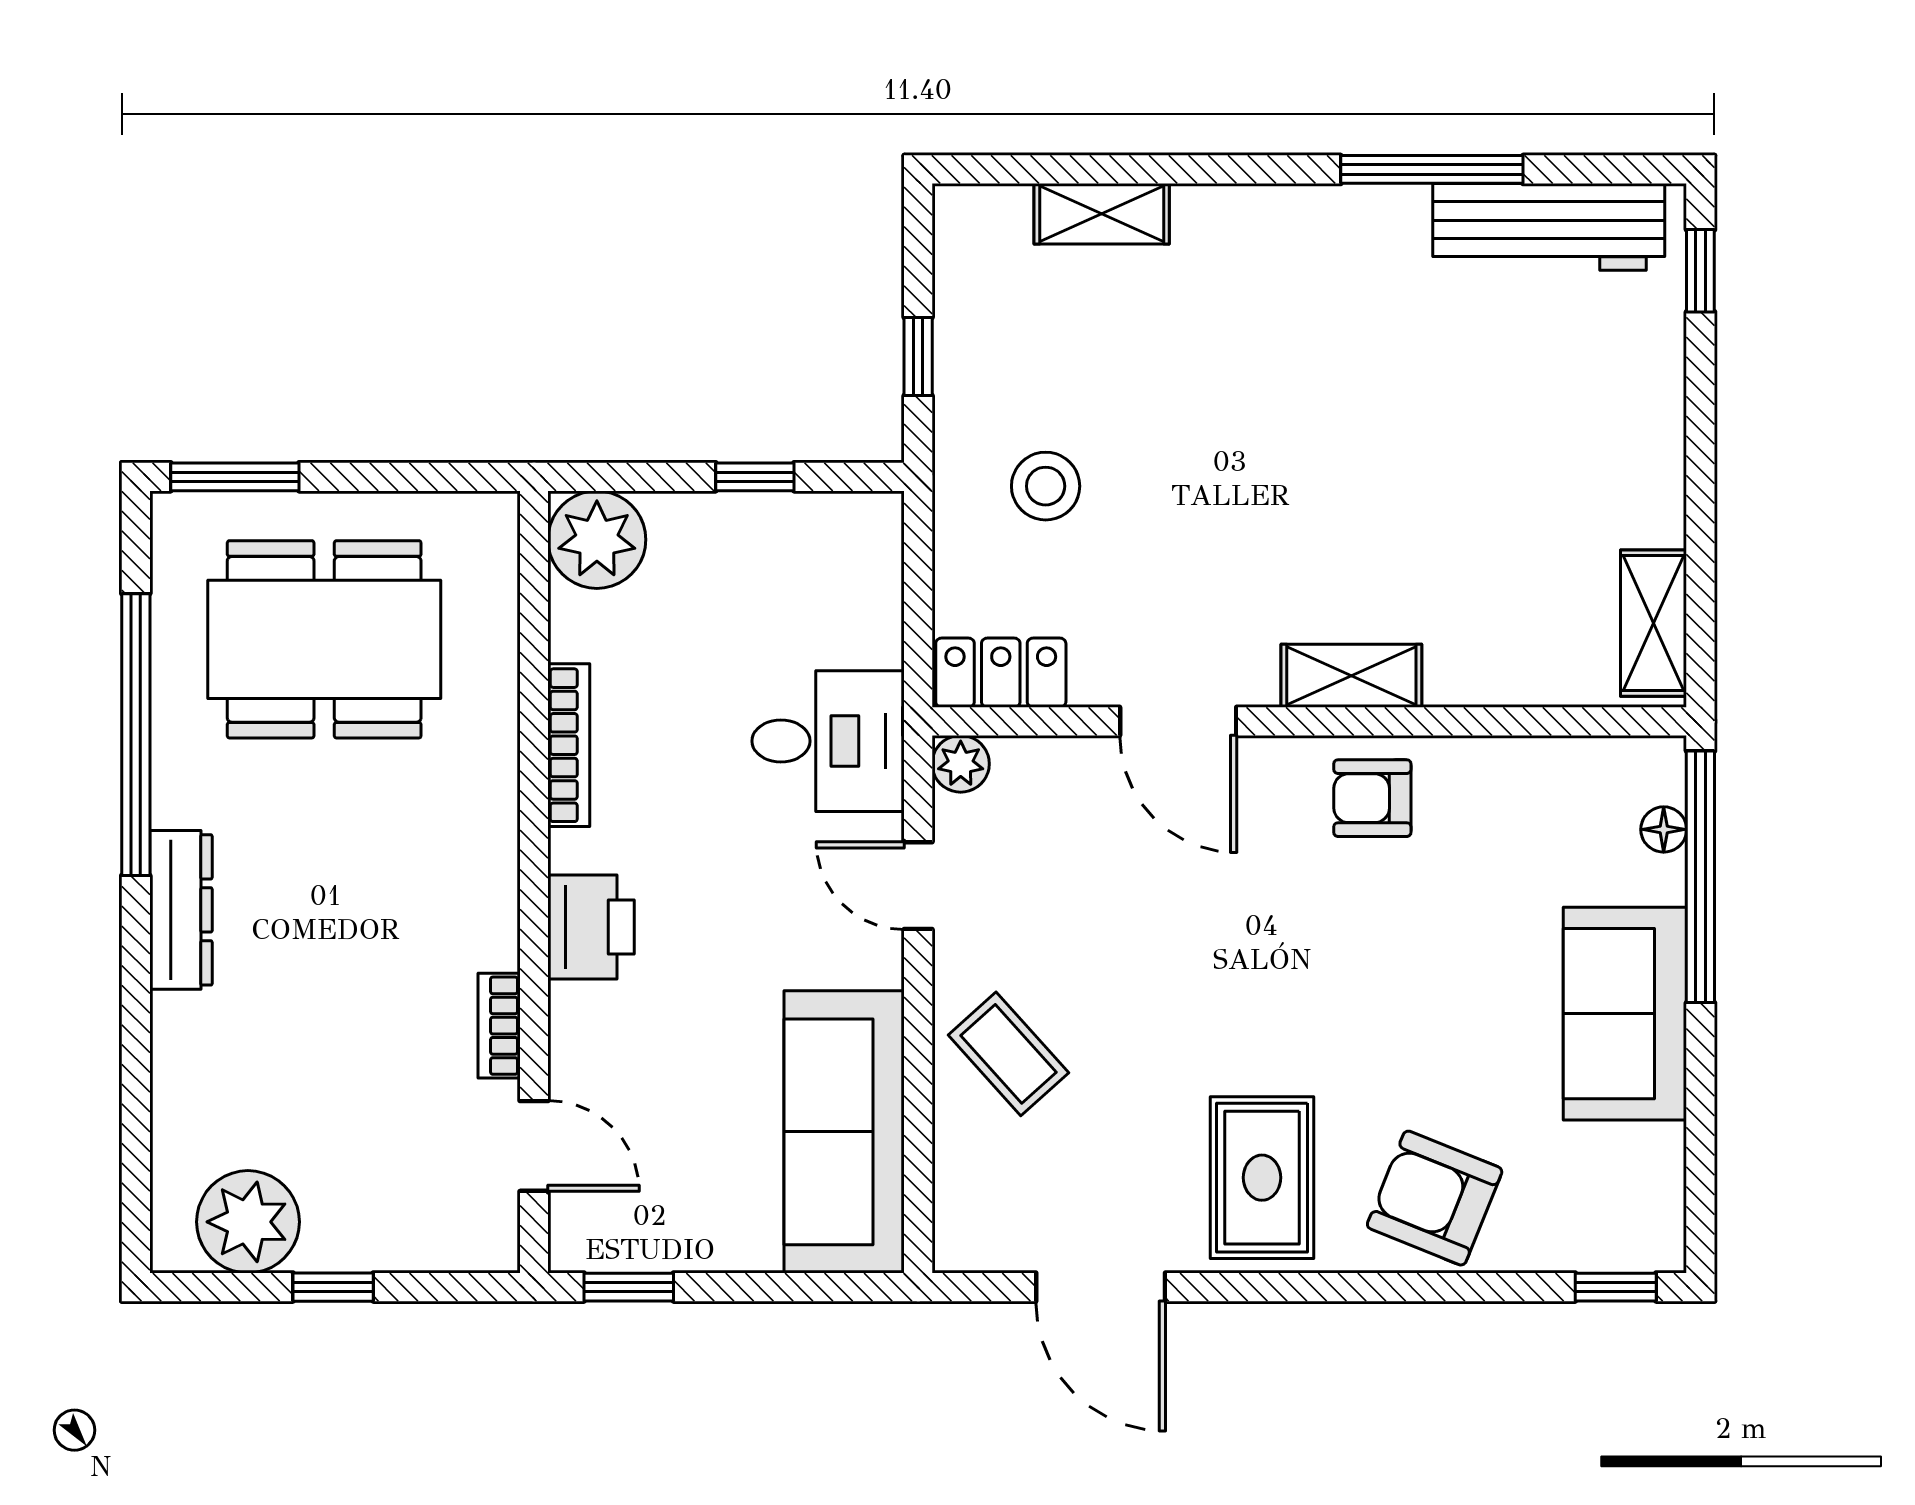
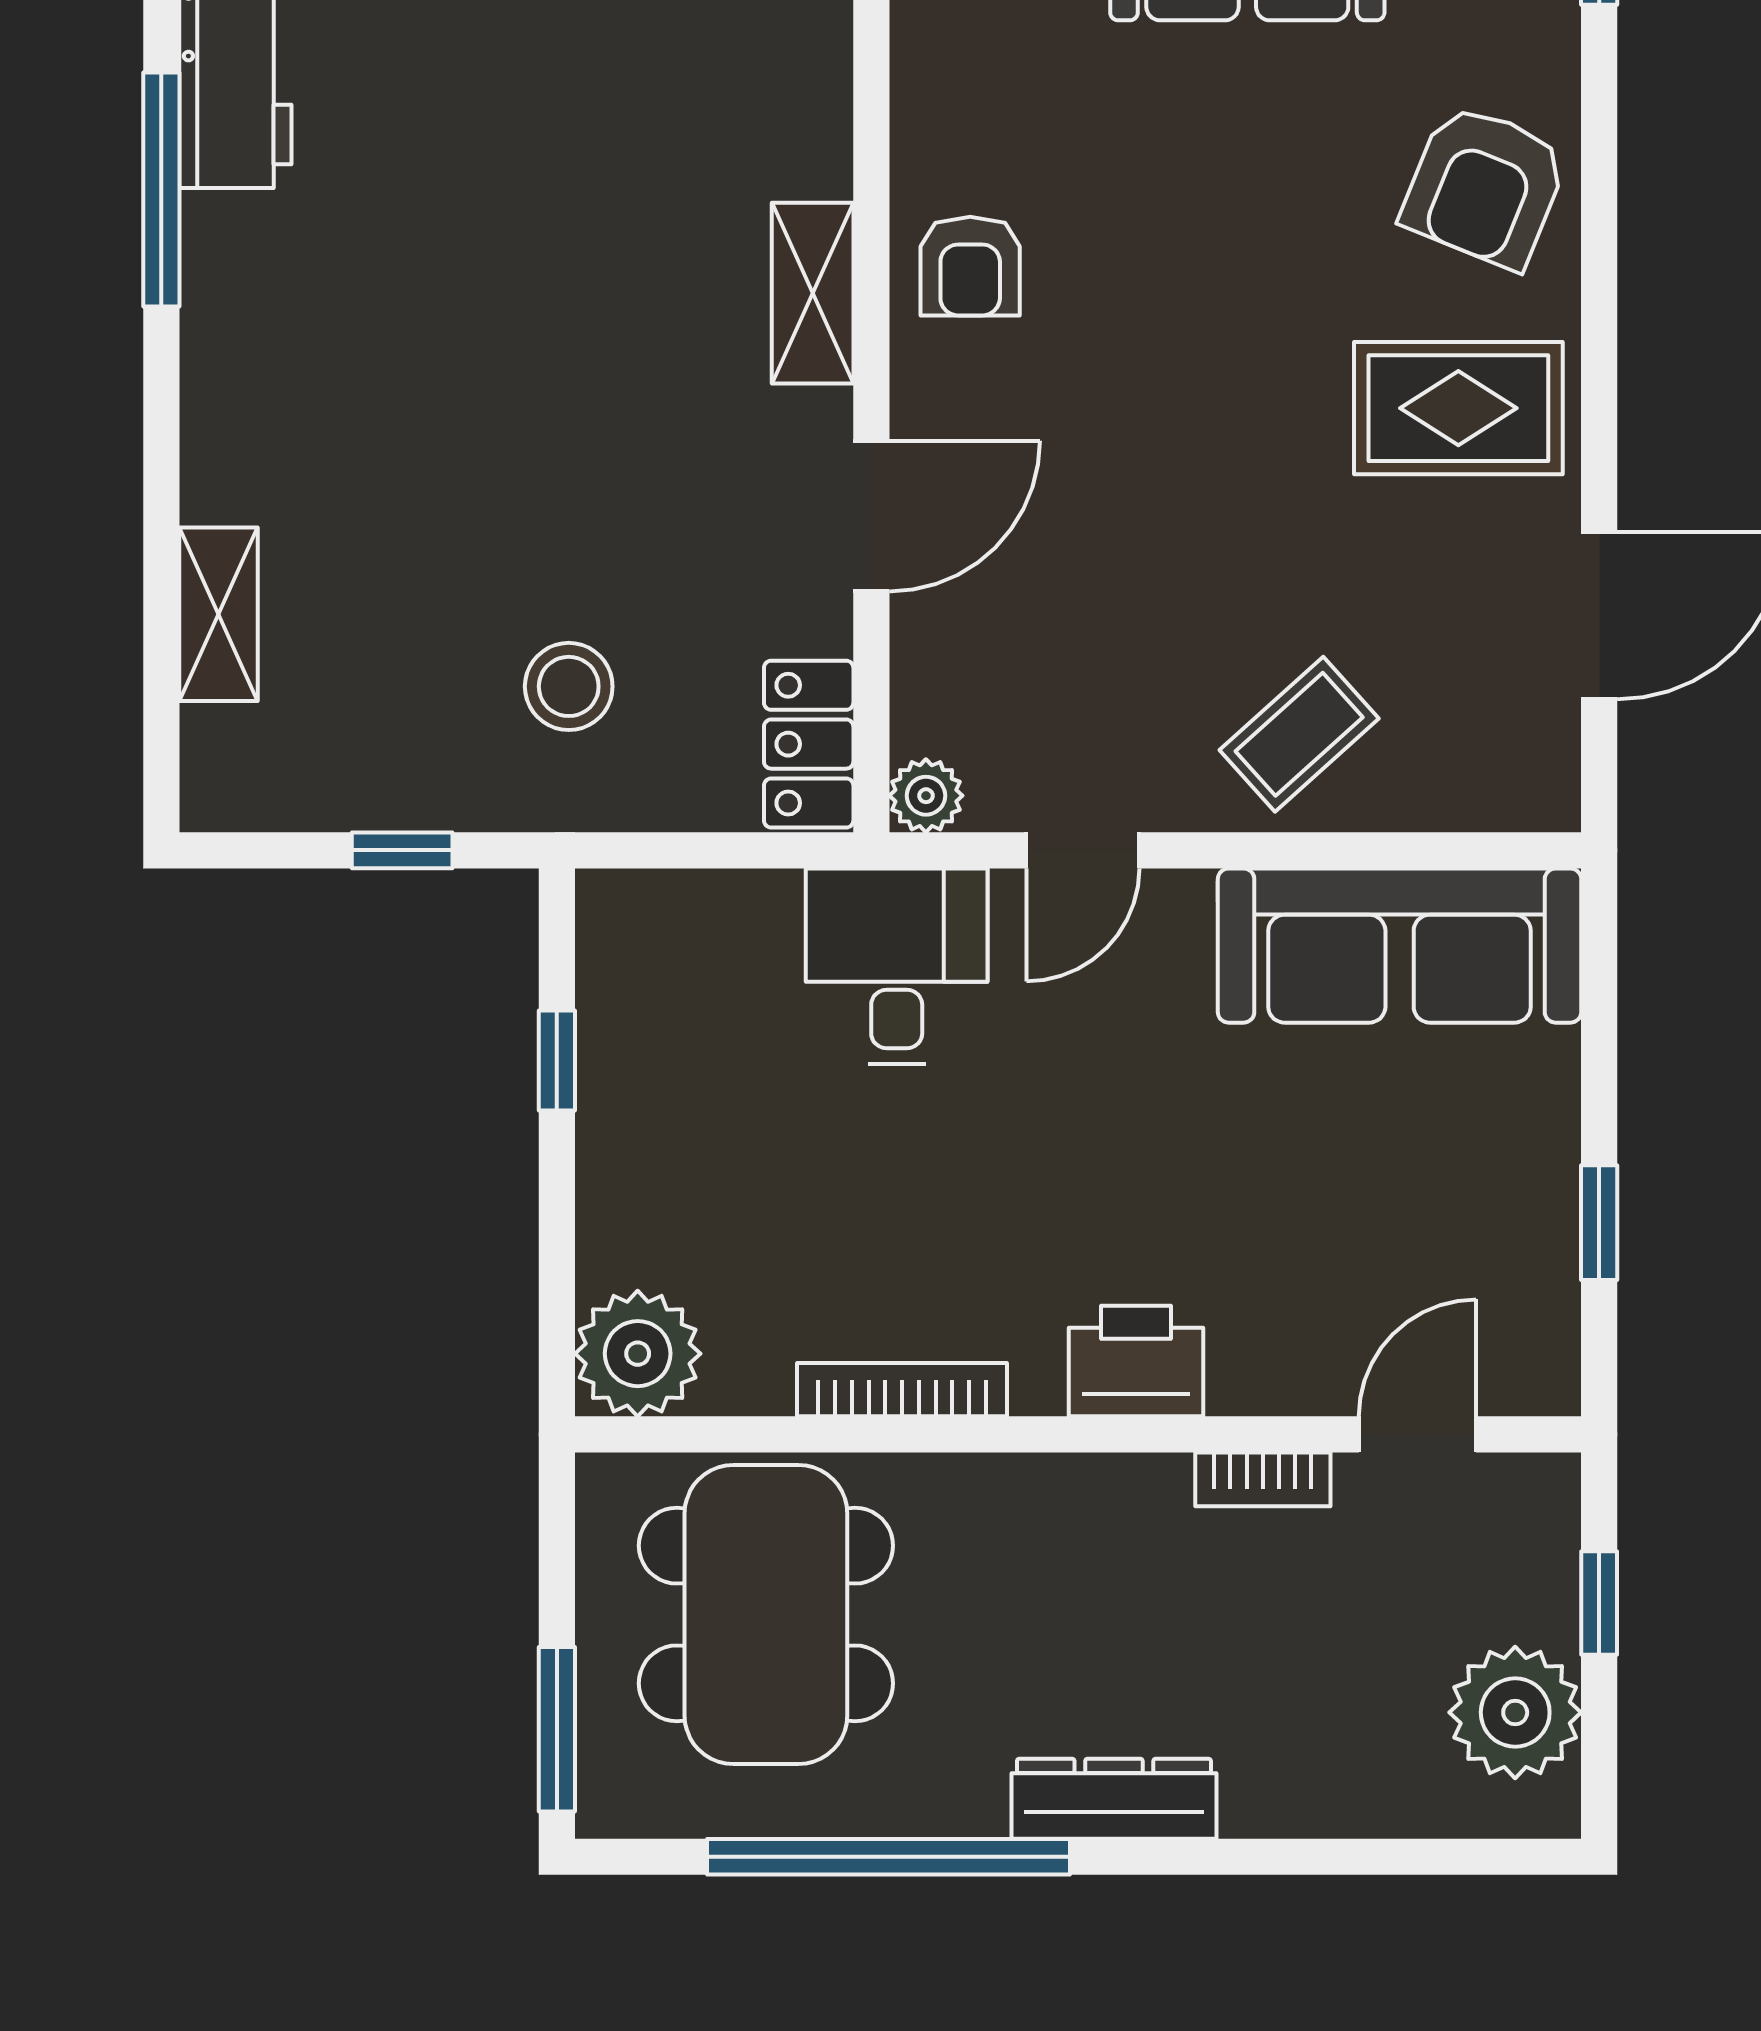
plant: (597, 540) -> (638, 1354), moved
bookcase: (569, 745) -> (902, 1390), moved
wall: (534, 882) -> (1078, 1434), moved
printer: (591, 927) -> (1136, 1361), moved
bookcase: (499, 1026) -> (1263, 1479), moved
door: (534, 1146) -> (1418, 1434), moved

